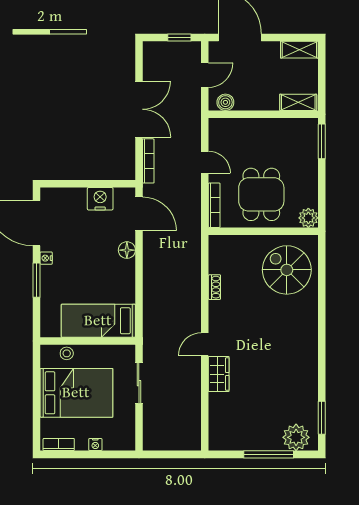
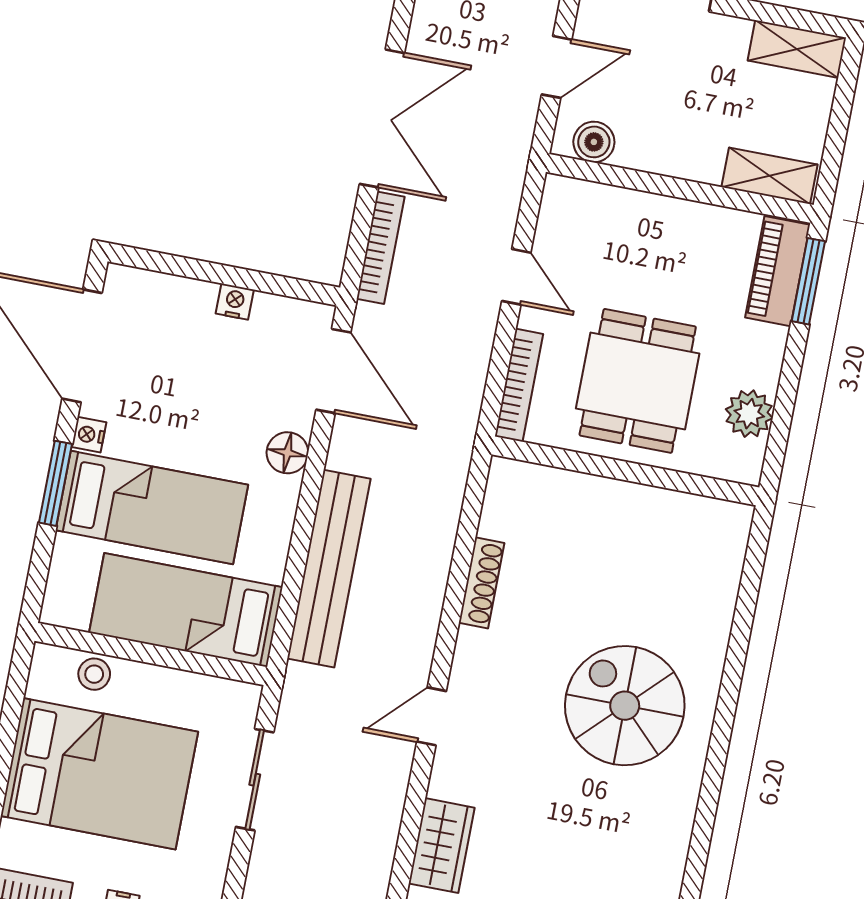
piano: (309, 140) -> (778, 271), added
nightstand: (100, 199) -> (235, 302), width x0.53, depth x0.56
plant: (308, 218) -> (749, 414), moved
spiral stairs: (287, 270) -> (625, 706), moved
bed: (77, 282) -> (152, 508), added
shoe rack: (214, 287) -> (482, 583), width x1.43
bench: (152, 293) -> (329, 569), added
wardrobe: (219, 374) -> (442, 846), moved

